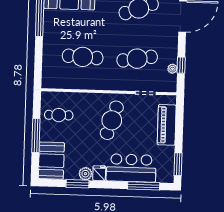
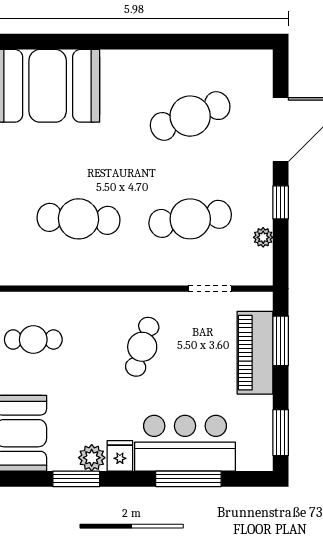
window: (181, 65) -> (281, 202), moved
cafe table: (112, 120) -> (142, 347), width x0.73, depth x0.74
window: (179, 120) -> (281, 341), added
window: (144, 186) -> (188, 479), moved

